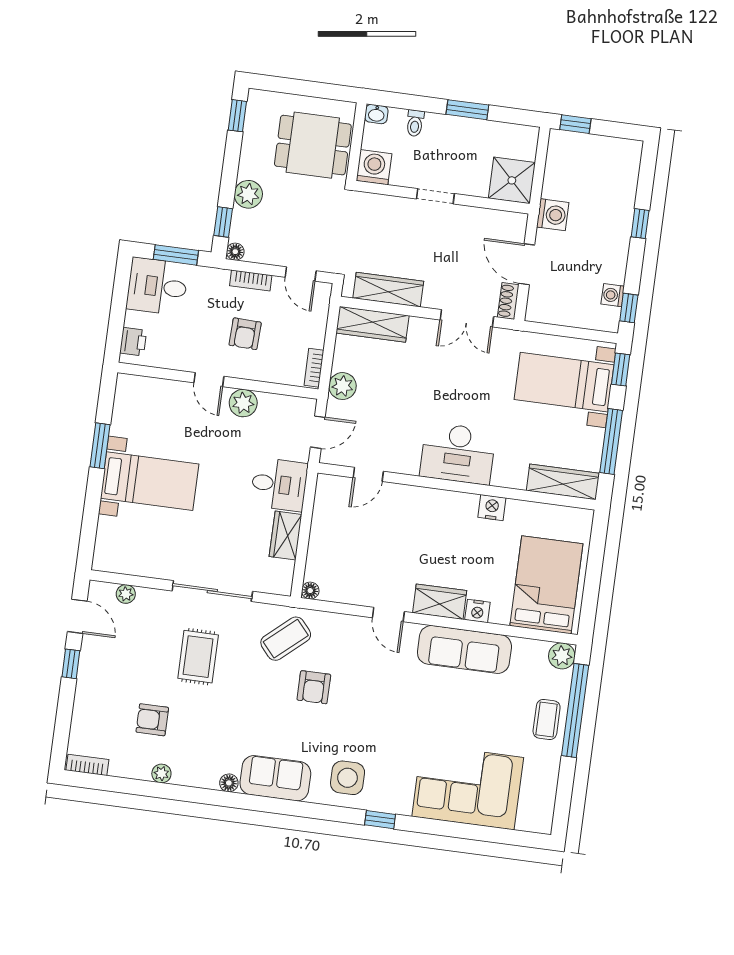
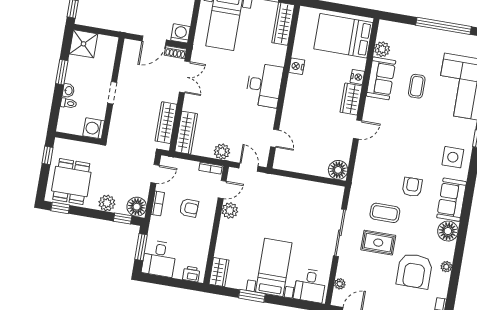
window: (325, 91) -> (48, 155), added
washbasin: (376, 114) -> (68, 91), moved
dining table: (313, 145) -> (71, 182), moved
shower: (512, 180) -> (83, 44), moved
washing machine: (553, 215) -> (181, 33), moved
floor lamp: (235, 252) -> (137, 207), width x1.89, depth x1.89
door: (209, 380) -> (222, 190), moved
desk: (279, 484) -> (310, 286), moved, turned 180
wardrobe: (286, 535) -> (219, 272), moved, turned -90
floor lamp: (310, 591) -> (338, 170), width x1.89, depth x1.89
coffee table: (286, 639) -> (385, 213), moved, turned -49
sofa: (464, 649) -> (381, 78), width x0.73
plant: (562, 656) -> (382, 49), moved
armchair: (314, 687) -> (412, 187), moved, turned -91
window: (575, 711) -> (443, 26), moved
armchair: (152, 720) -> (414, 271), width x1.88, depth x1.88
coffee table: (547, 720) -> (417, 86), moved, turned 90
floor lamp: (229, 783) -> (448, 231), width x1.89, depth x1.89

